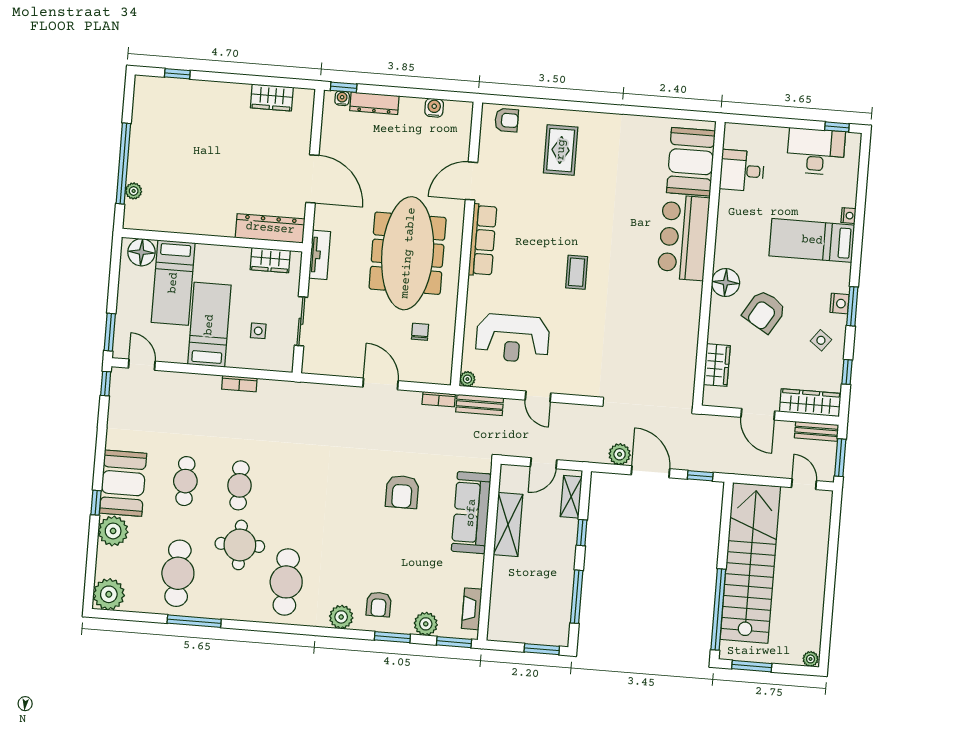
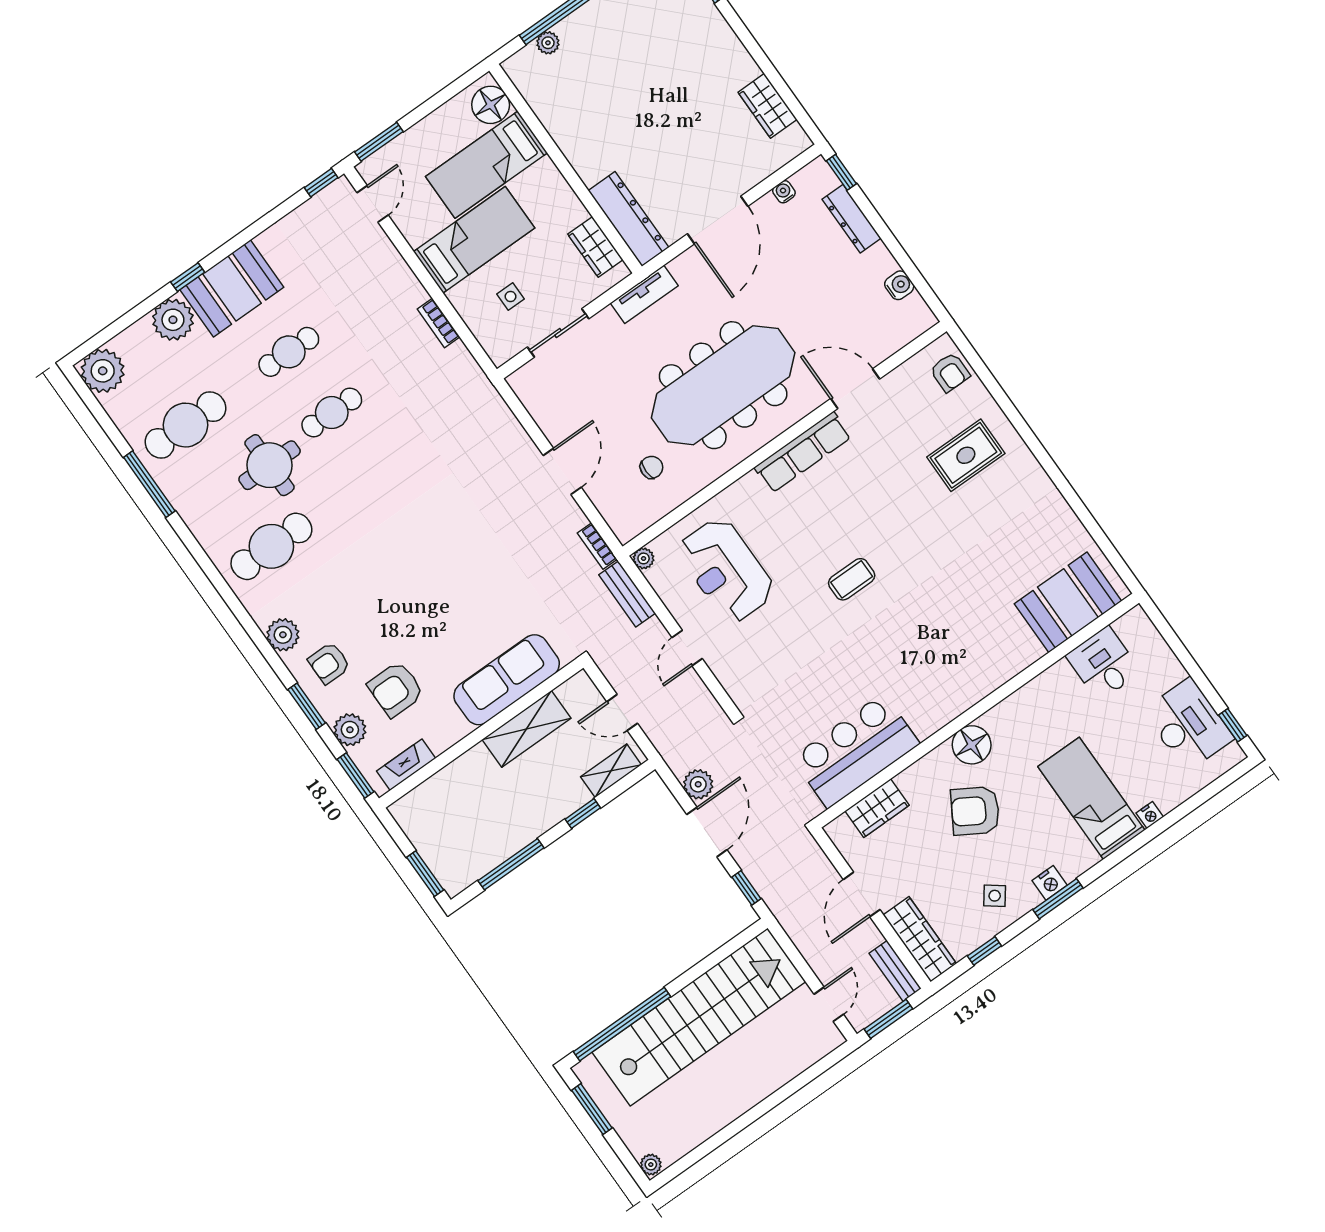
water cooler: (342, 98) -> (784, 192), moved, turned -90
bar counter: (684, 238) -> (856, 751), moved
armchair: (402, 492) -> (396, 689), moved

